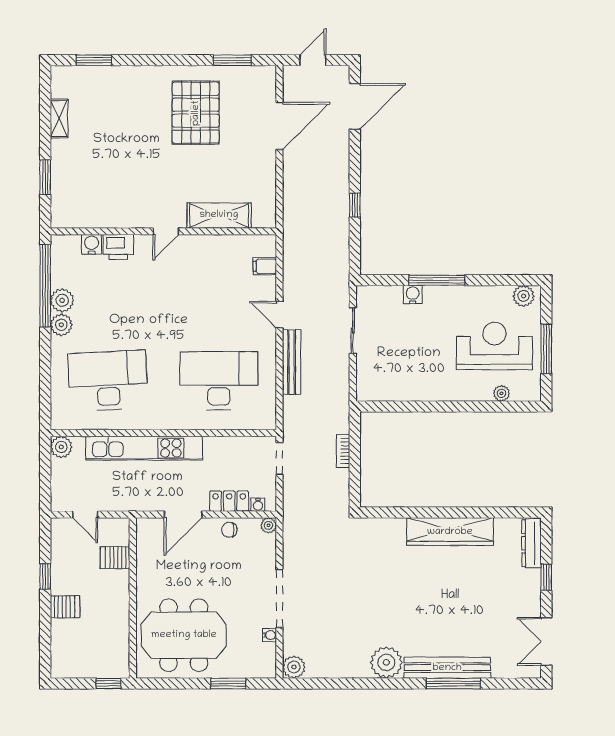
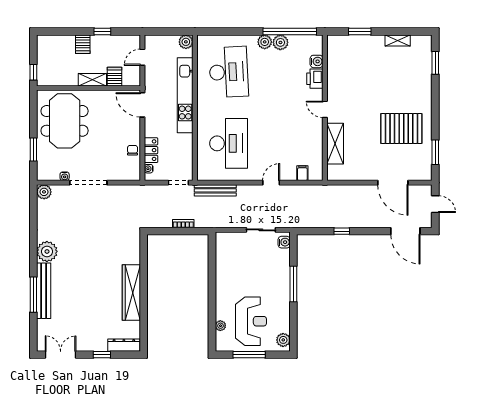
water cooler: (413, 295) -> (284, 242), moved
bench: (292, 362) -> (215, 190), moved
door: (183, 514) -> (142, 105), moved
plant: (269, 525) -> (135, 176), removed
shelving: (120, 592) -> (92, 80), added

